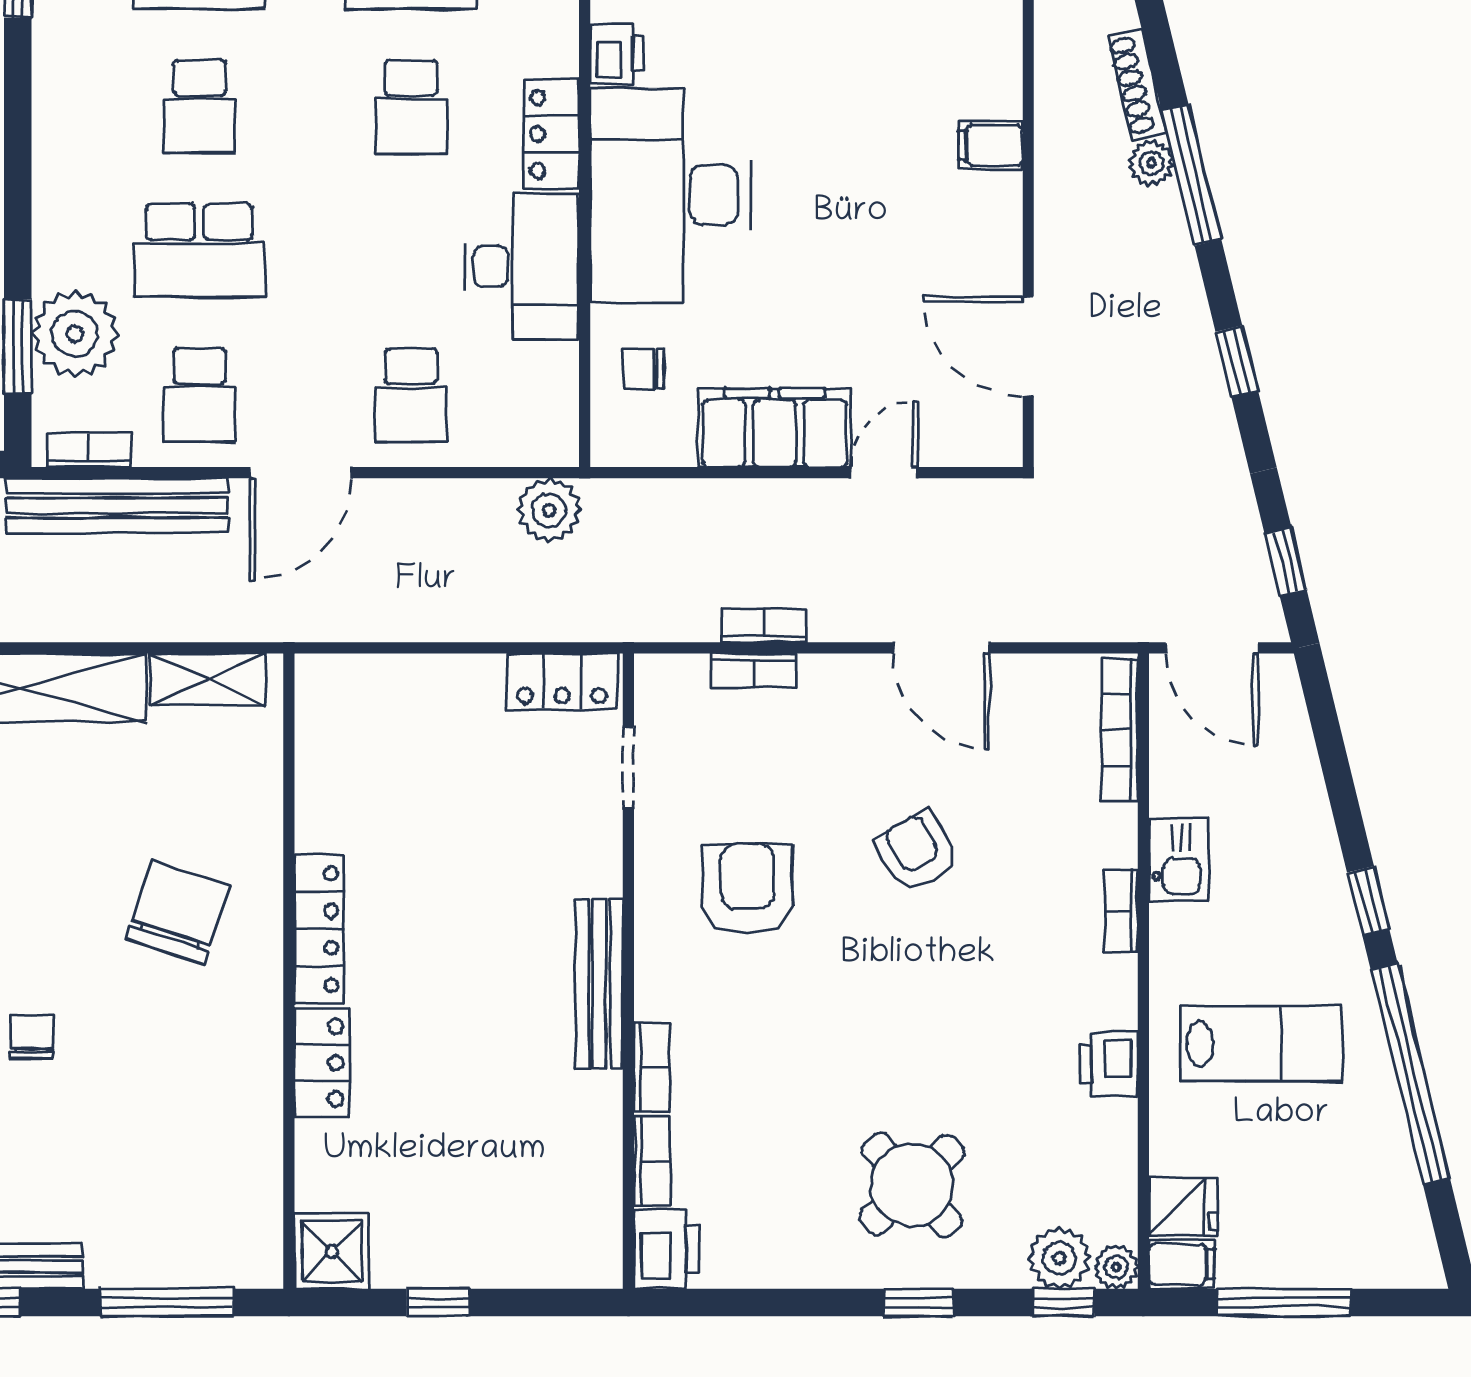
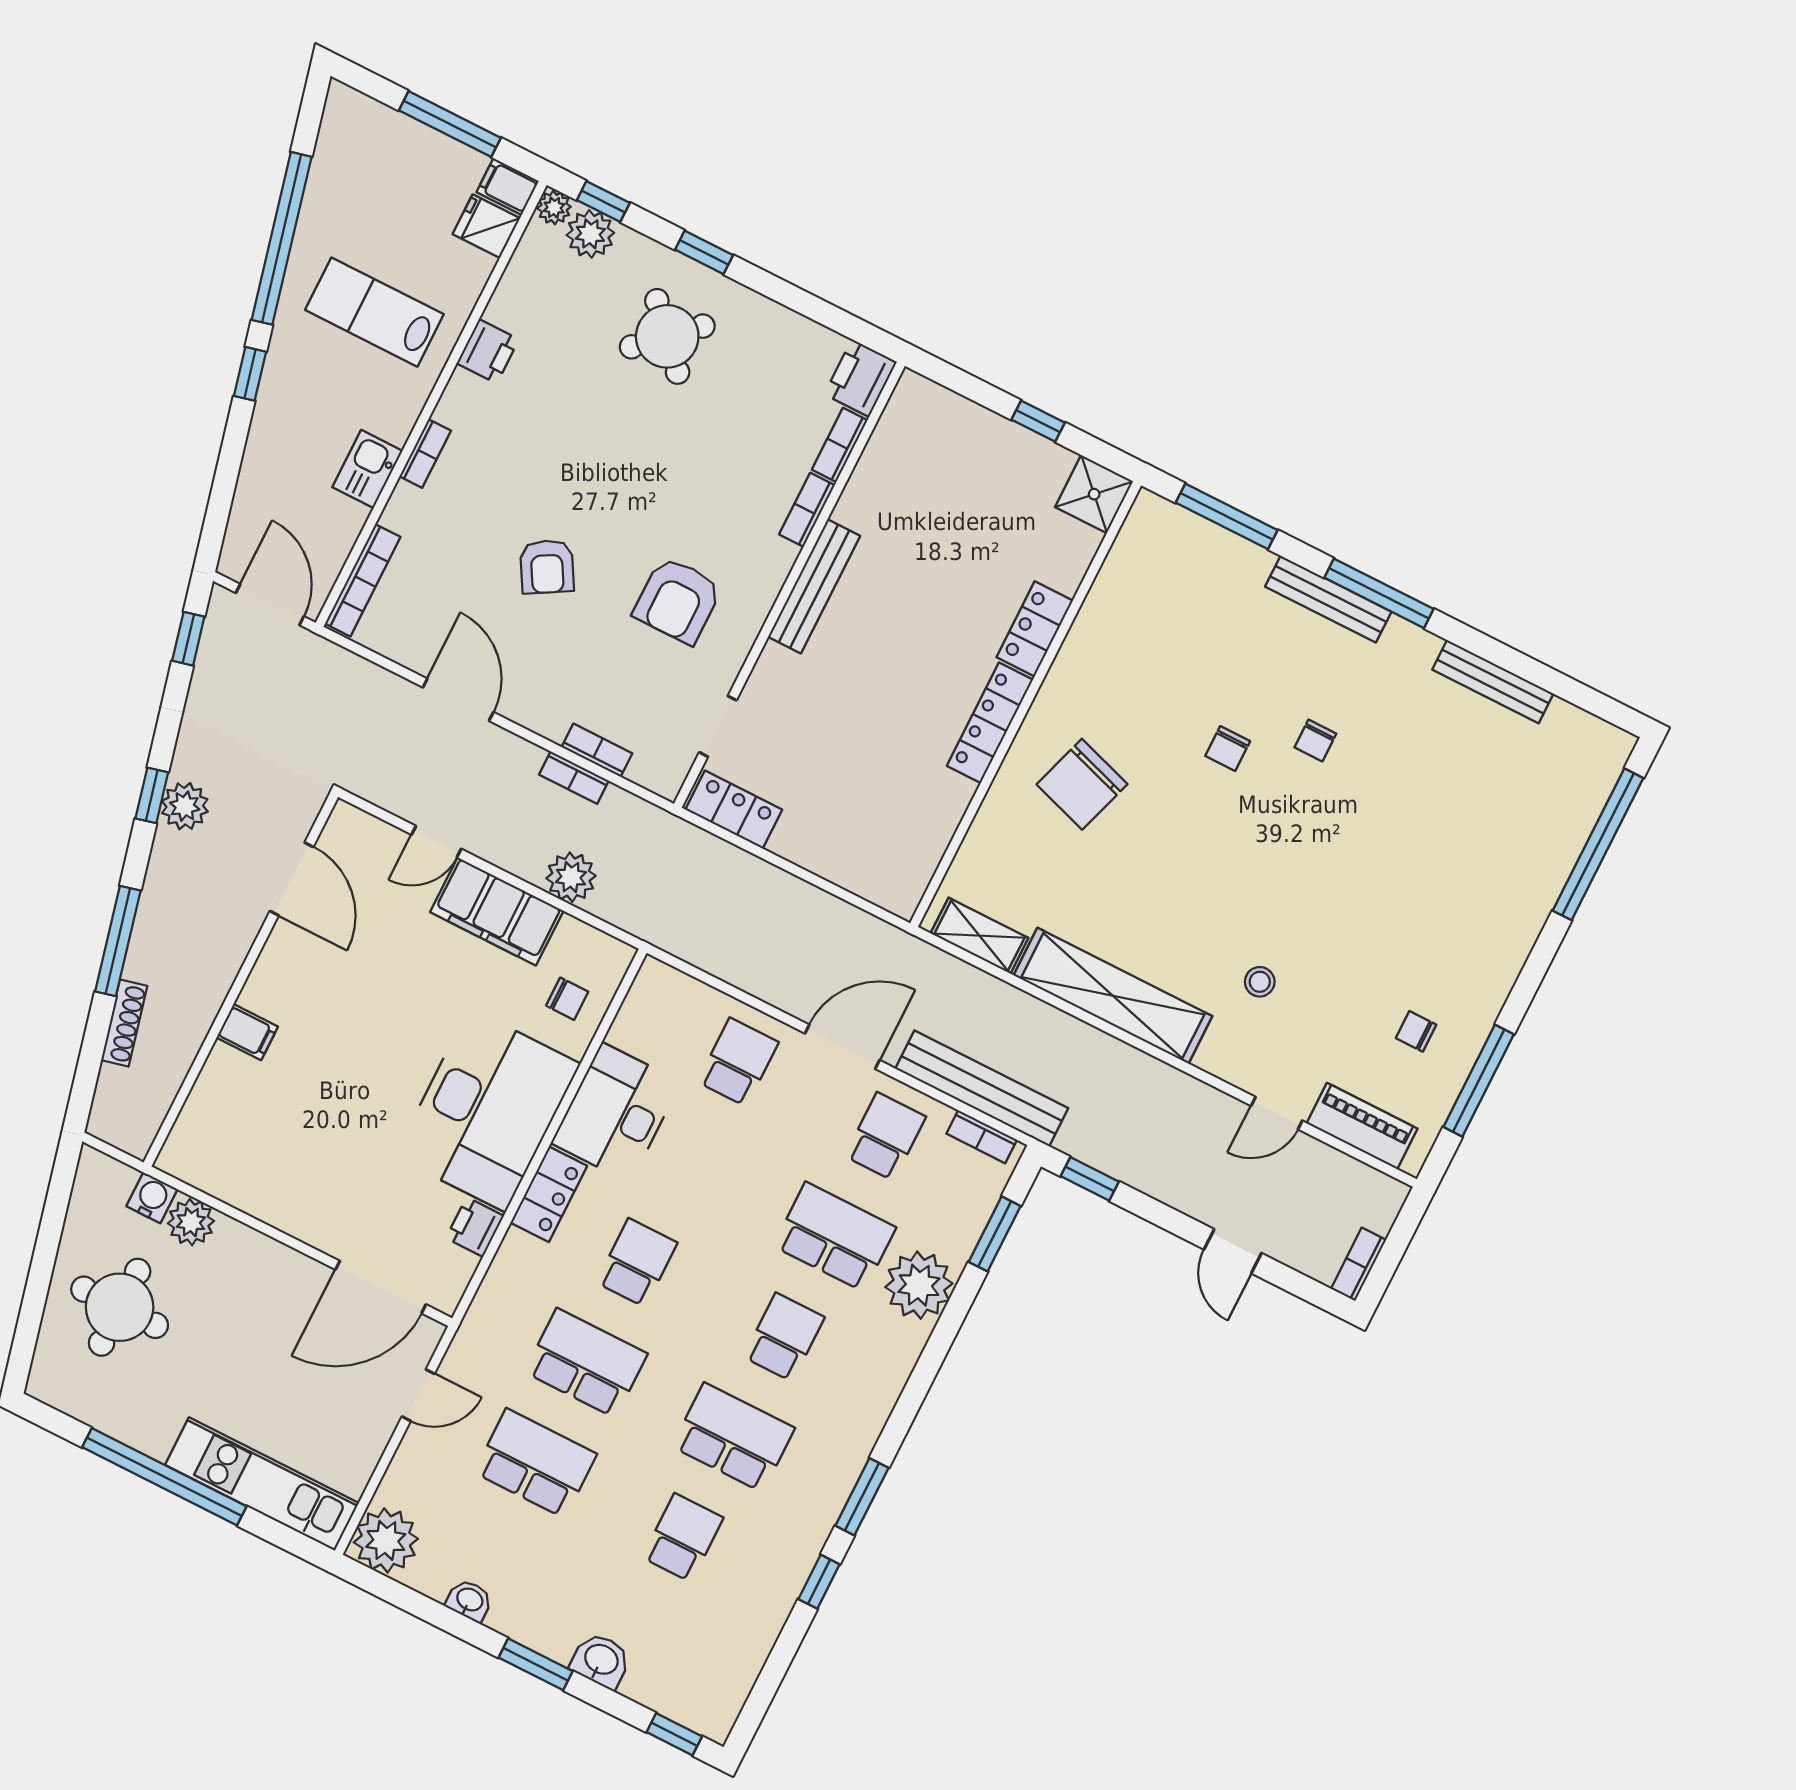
plant: (1152, 163) -> (185, 806), moved, width x1.38, depth x1.38
plant: (75, 334) -> (919, 1285), moved
plant: (549, 510) -> (571, 877), moved

